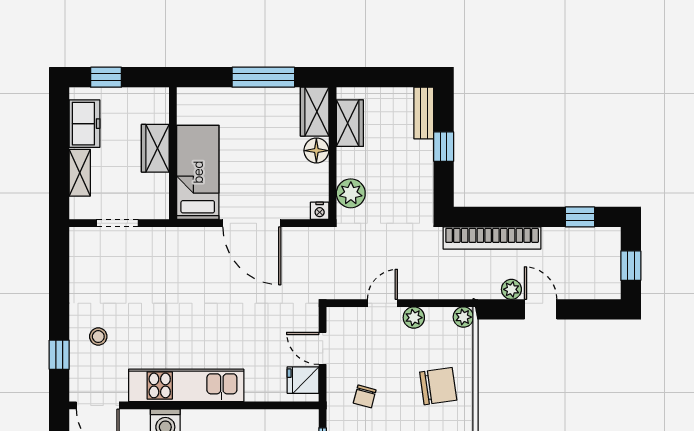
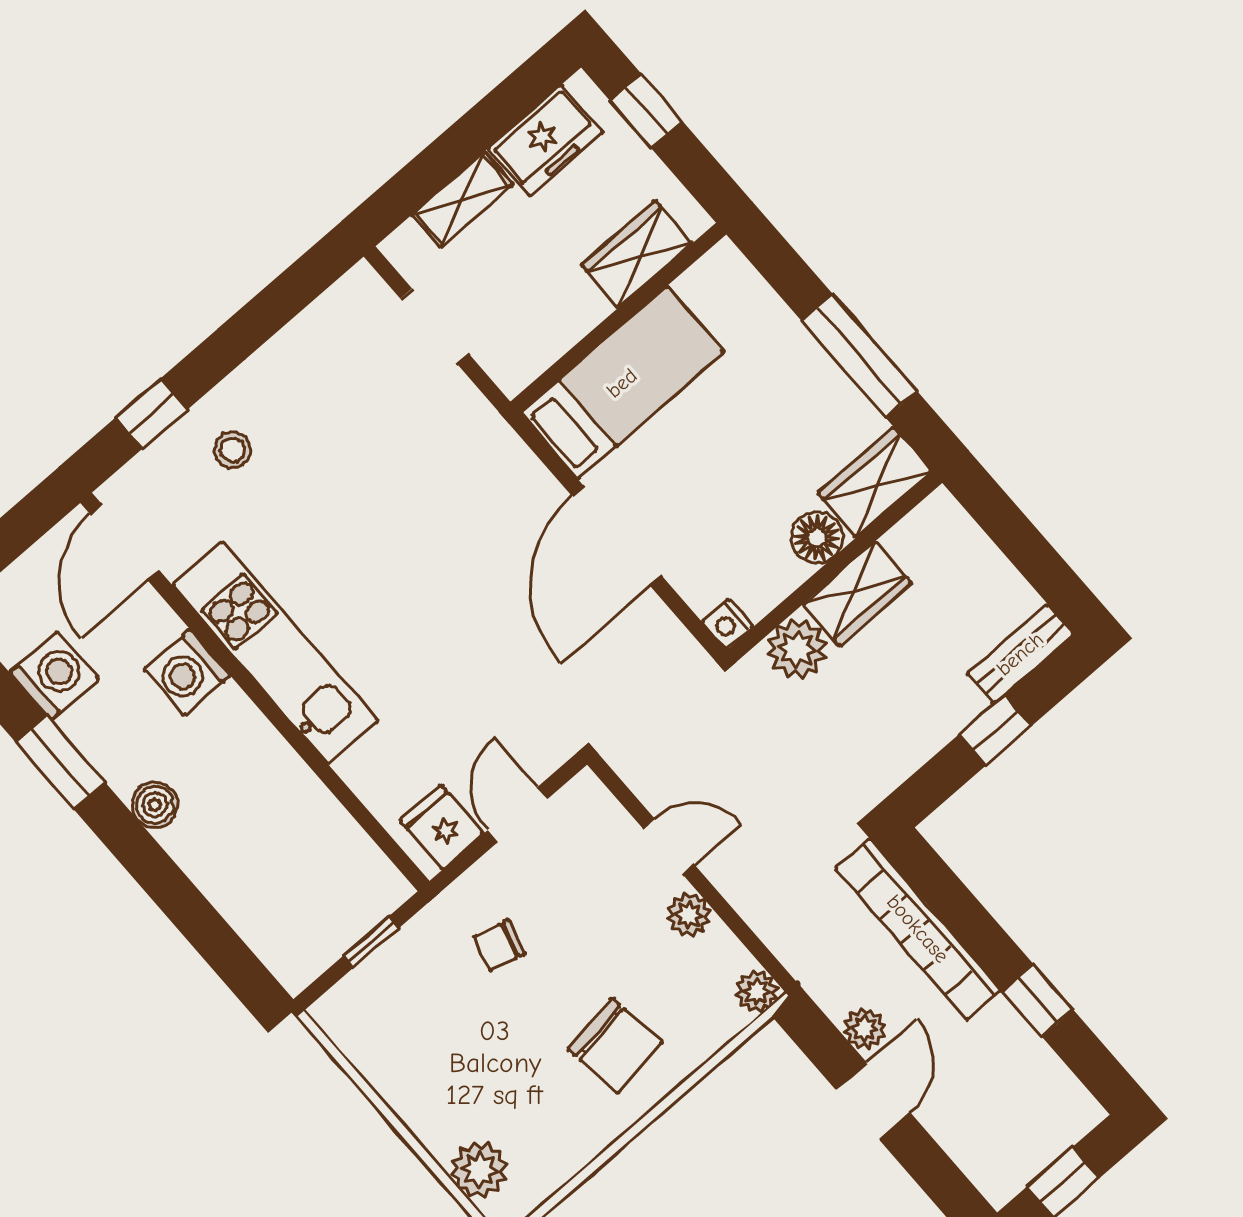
wardrobe: (350, 123) -> (857, 594), moved
wardrobe: (155, 148) -> (637, 254), moved
window: (580, 217) -> (1038, 1001), moved

